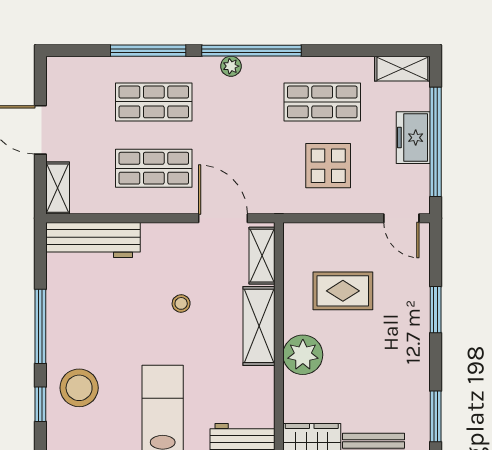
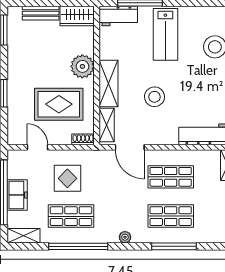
window: (252, 51) -> (78, 246), moved
door: (401, 218) -> (38, 147), moved
shoe rack: (302, 231) -> (83, 139), added
rug: (343, 291) -> (59, 104), width x1.36, depth x1.43
stool: (181, 303) -> (155, 97), width x1.89, depth x1.89

